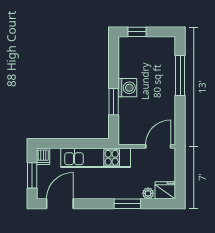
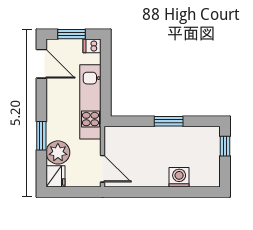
window: (180, 76) -> (178, 192), removed
washing machine: (127, 88) -> (179, 177), moved, turned 180
window: (114, 102) -> (169, 121), moved
plant: (148, 193) -> (58, 152), width x1.88, depth x1.88

